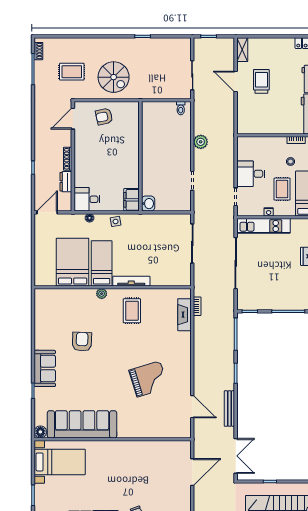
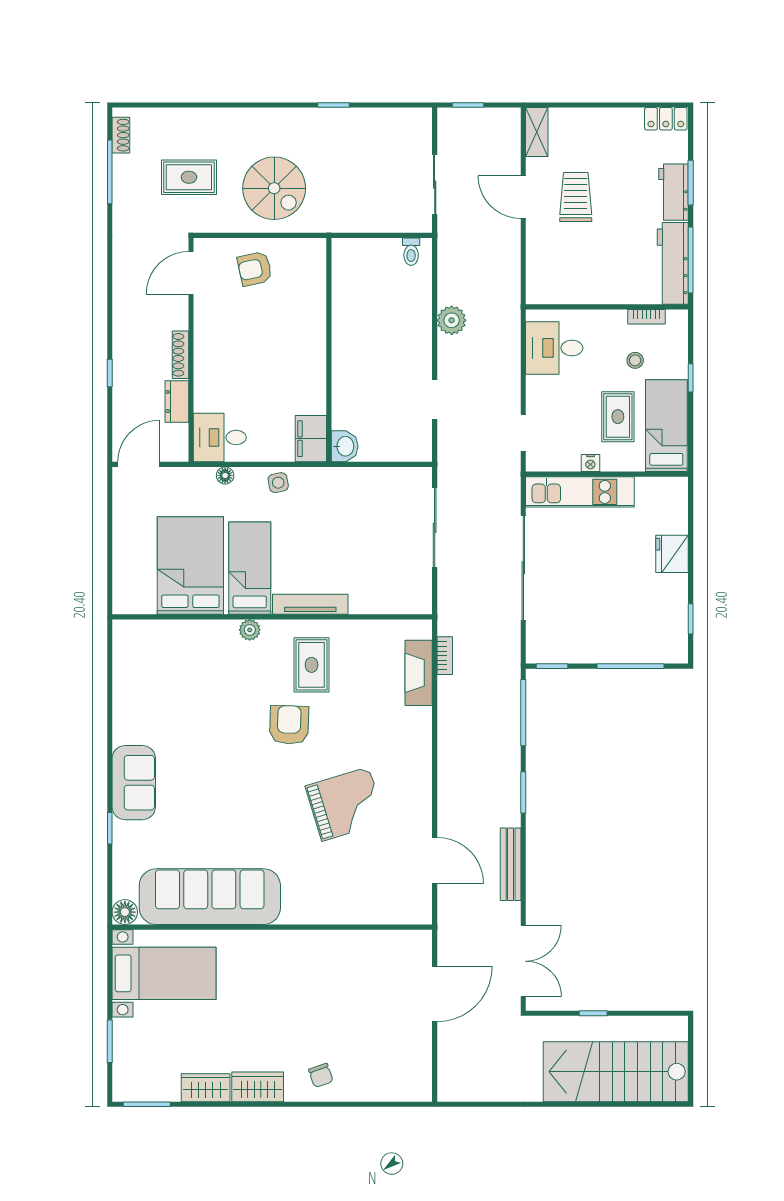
desk: (251, 174) -> (554, 348), moved
armchair: (82, 342) -> (289, 725), moved

